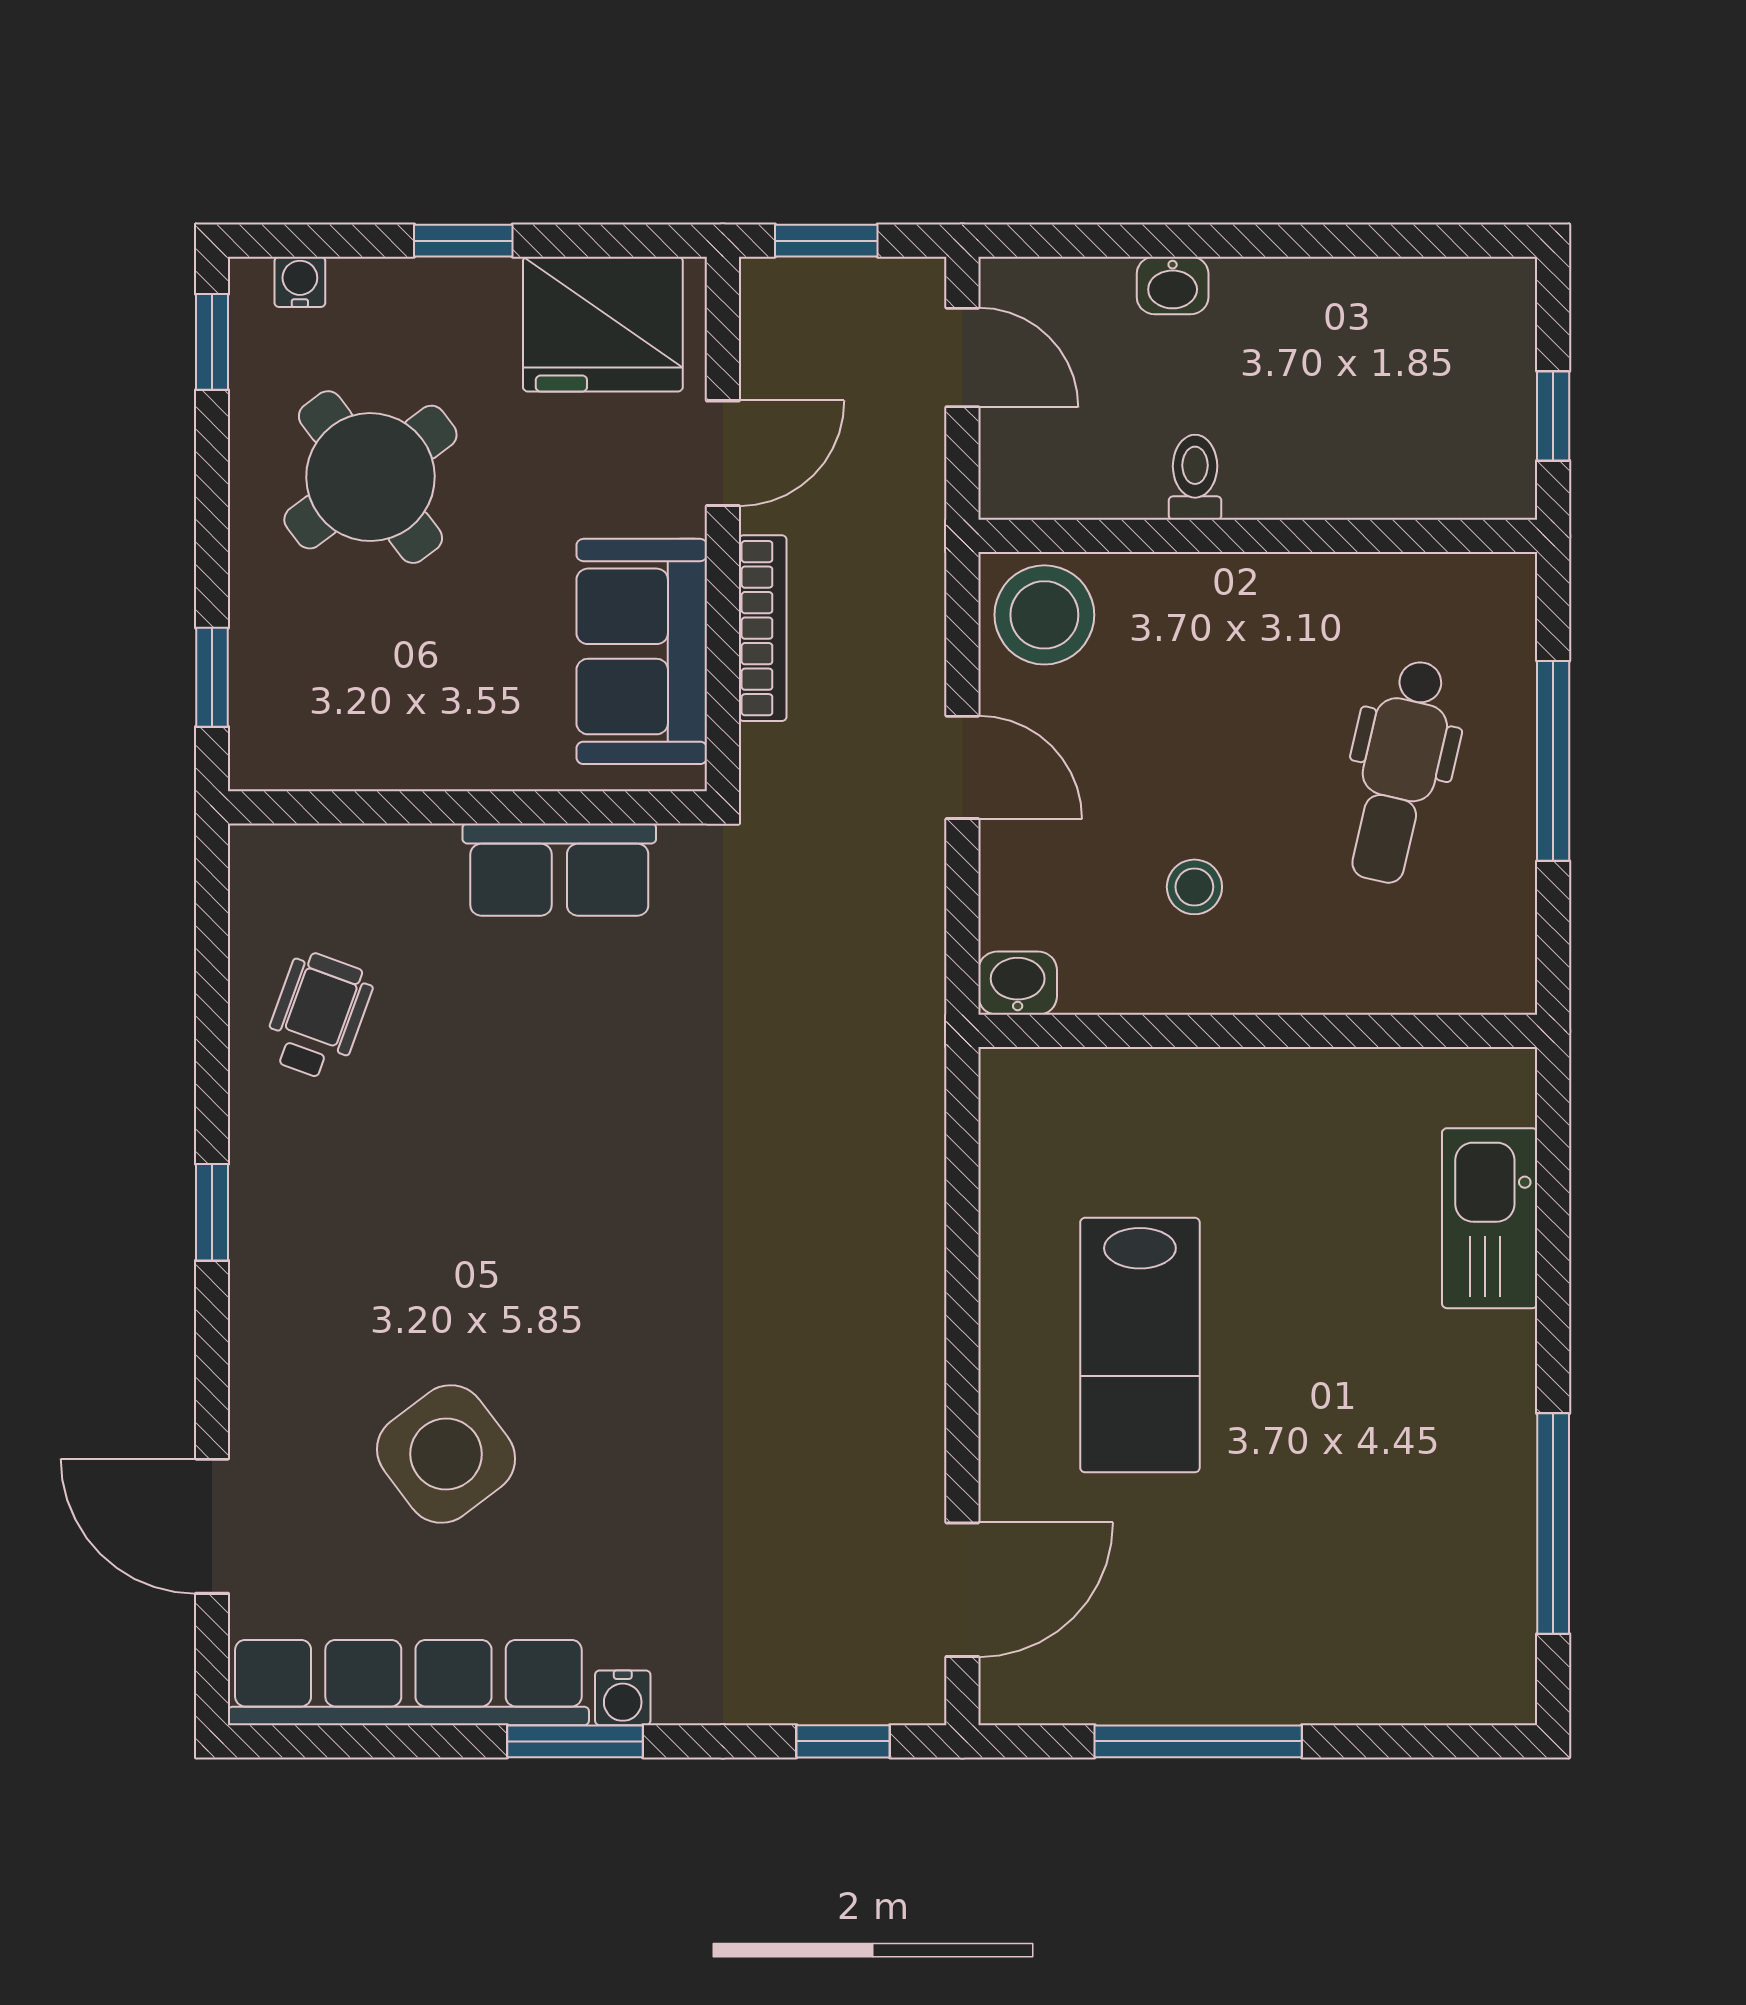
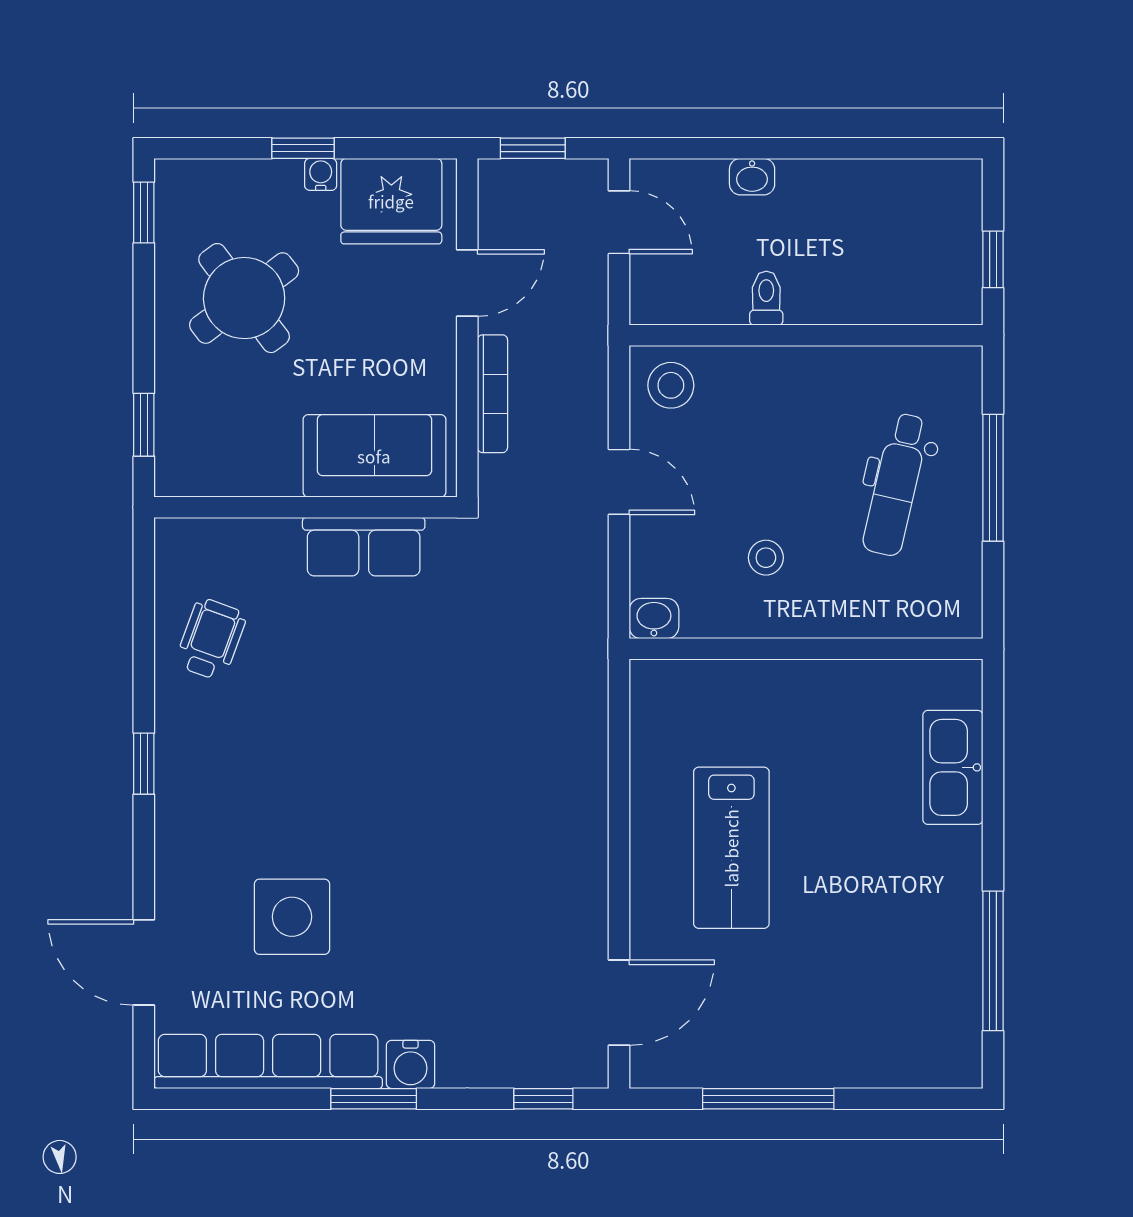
water cooler: (300, 282) -> (321, 174), moved
stool: (1044, 615) -> (671, 385), width x0.73, depth x0.73
sofa: (642, 651) -> (374, 456), moved, turned 90
side table: (446, 1454) -> (292, 917), turned 37
water cooler: (623, 1698) -> (411, 1064), width x1.38, depth x1.38

